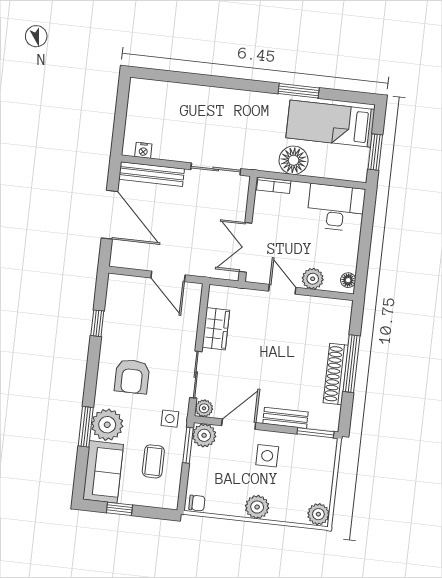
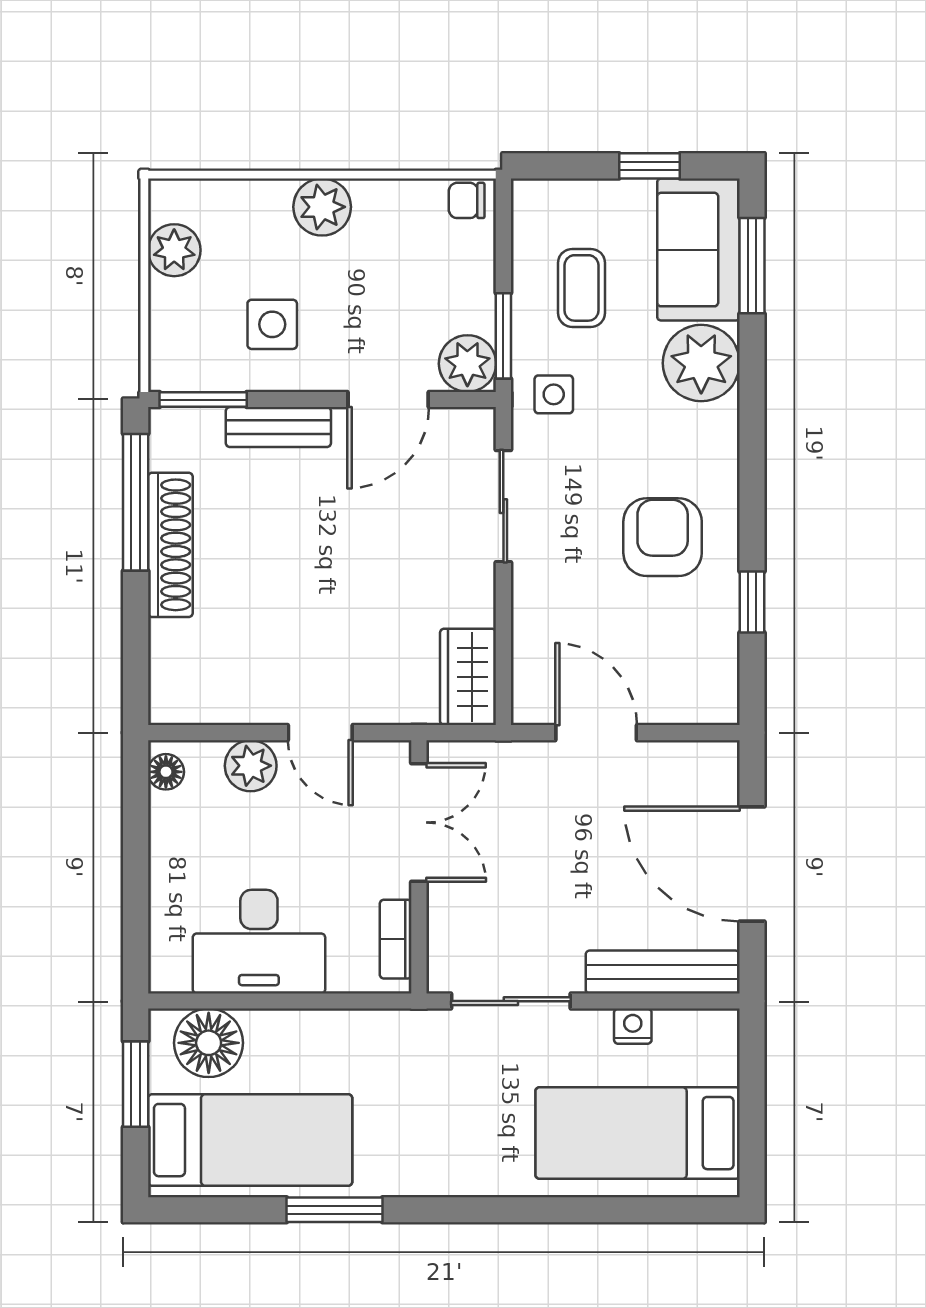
bed: (169, 108) -> (638, 1133), added
nightstand: (143, 150) -> (633, 1026), moved
floor lamp: (294, 160) -> (209, 1043), moved
bookcase: (274, 185) -> (396, 939), moved, turned -90
desk: (336, 207) -> (259, 942), moved
wardrobe: (216, 329) -> (468, 677), moved
window: (351, 364) -> (136, 502), moved
armchair: (132, 376) -> (663, 537), moved
plant: (204, 408) -> (475, 428), removed
window: (86, 427) -> (752, 266), moved
side table: (267, 456) -> (272, 324), moved
plant: (318, 514) -> (174, 250), moved

